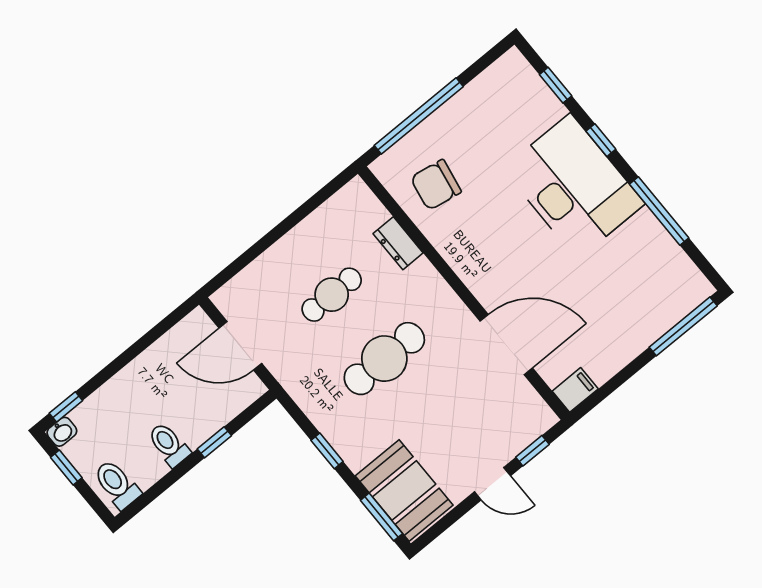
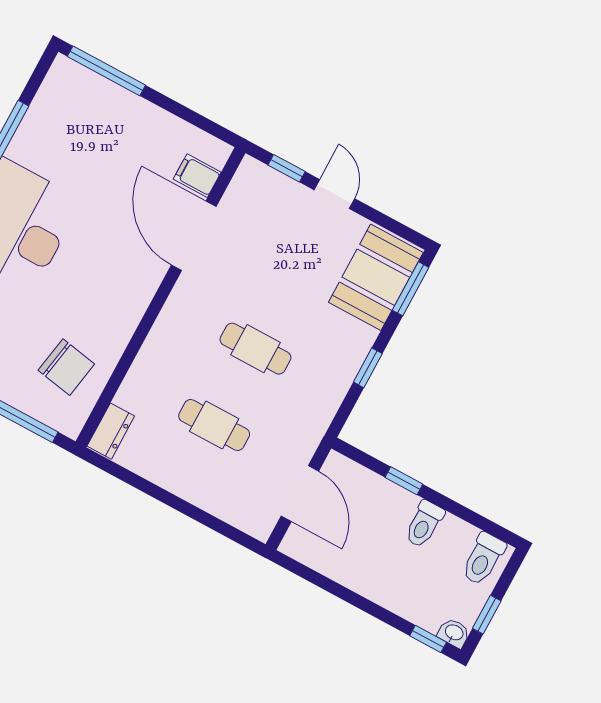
dresser: (398, 243) -> (111, 431), moved
cafe table: (384, 359) -> (255, 349), width x0.73, depth x0.74
filing cabinet: (575, 390) -> (197, 176), moved

